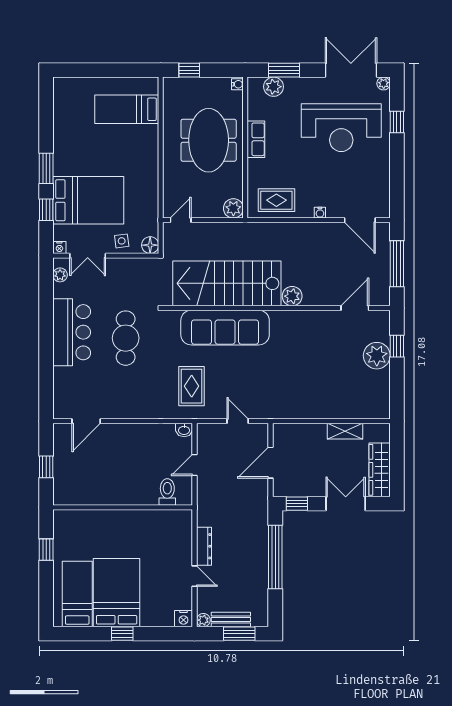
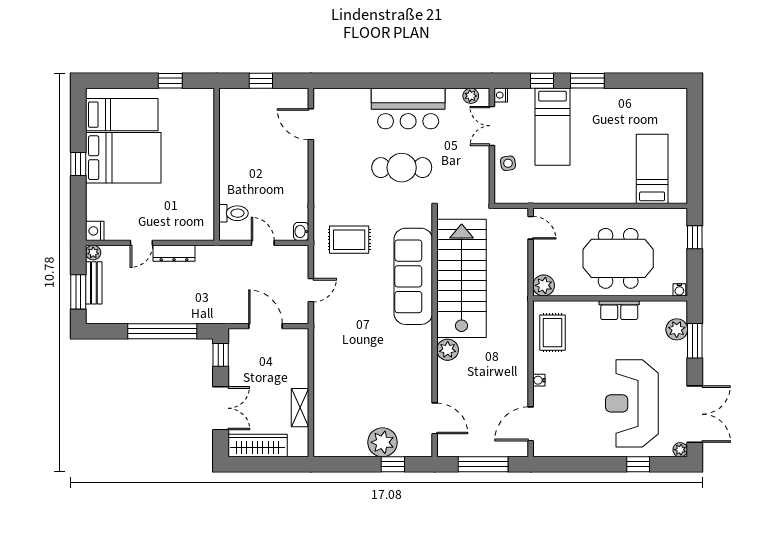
bed: (88, 200) -> (552, 127), width x0.67
floor lamp: (150, 245) -> (503, 194), removed

